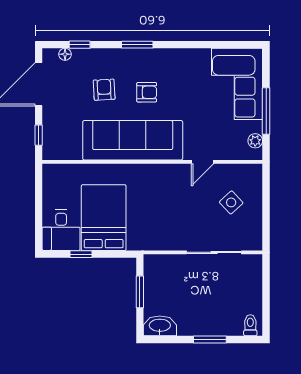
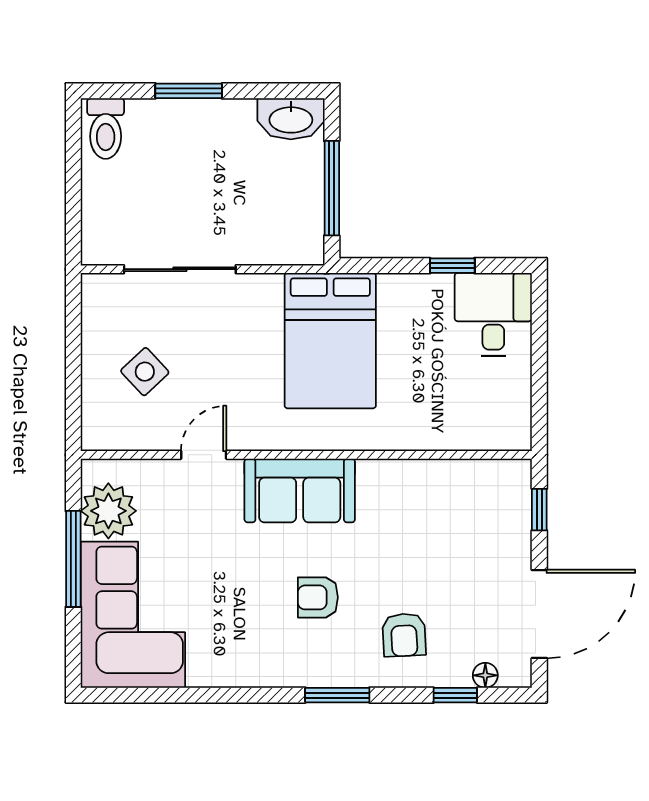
armchair: (104, 90) -> (404, 635), moved
sofa: (133, 140) -> (300, 490), width x0.54, depth x0.79
plant: (255, 141) -> (108, 511), width x1.87, depth x1.87
bed: (104, 218) -> (330, 341), moved
window: (140, 292) -> (332, 188), width x1.44
toilet: (250, 325) -> (106, 128), width x1.37, depth x1.39

